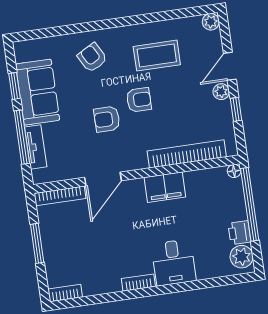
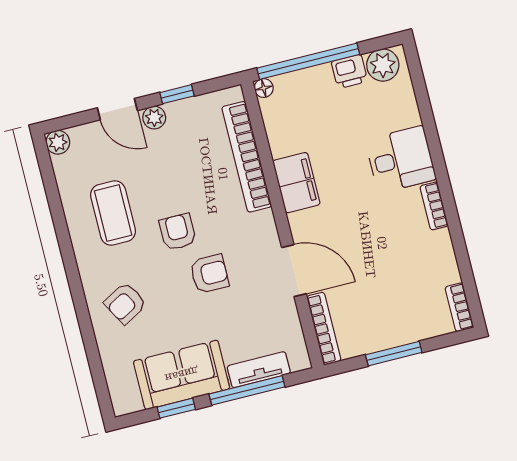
armchair: (107, 119) -> (209, 274), turned -90

